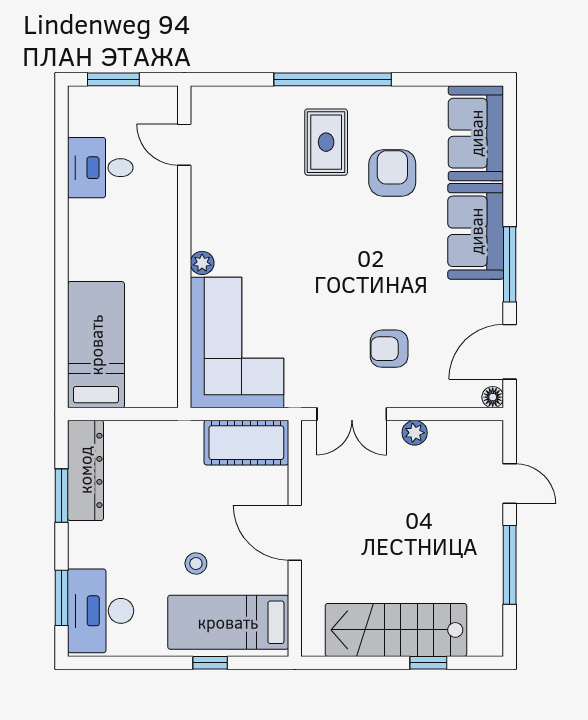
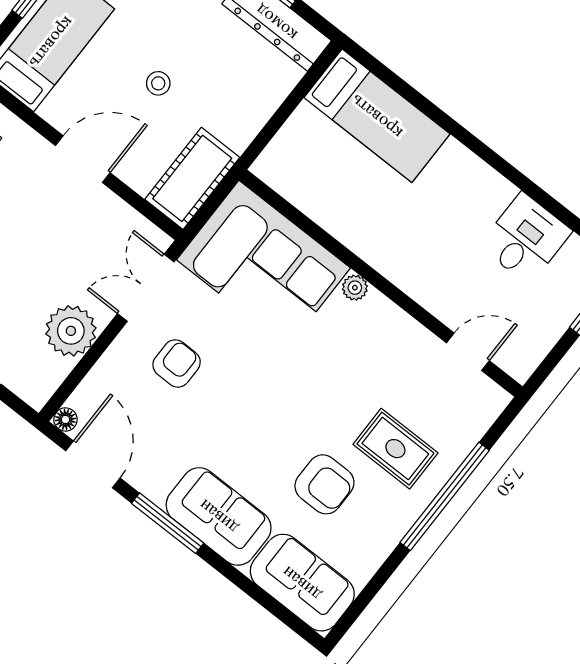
door: (184, 145) -> (468, 352), moved
wall: (184, 247) -> (381, 283), moved
plant: (202, 263) -> (355, 288), moved
corner sofa: (237, 343) -> (263, 264), moved
plant: (415, 433) -> (71, 331), width x1.88, depth x1.88
stool: (196, 564) -> (158, 83), moved

